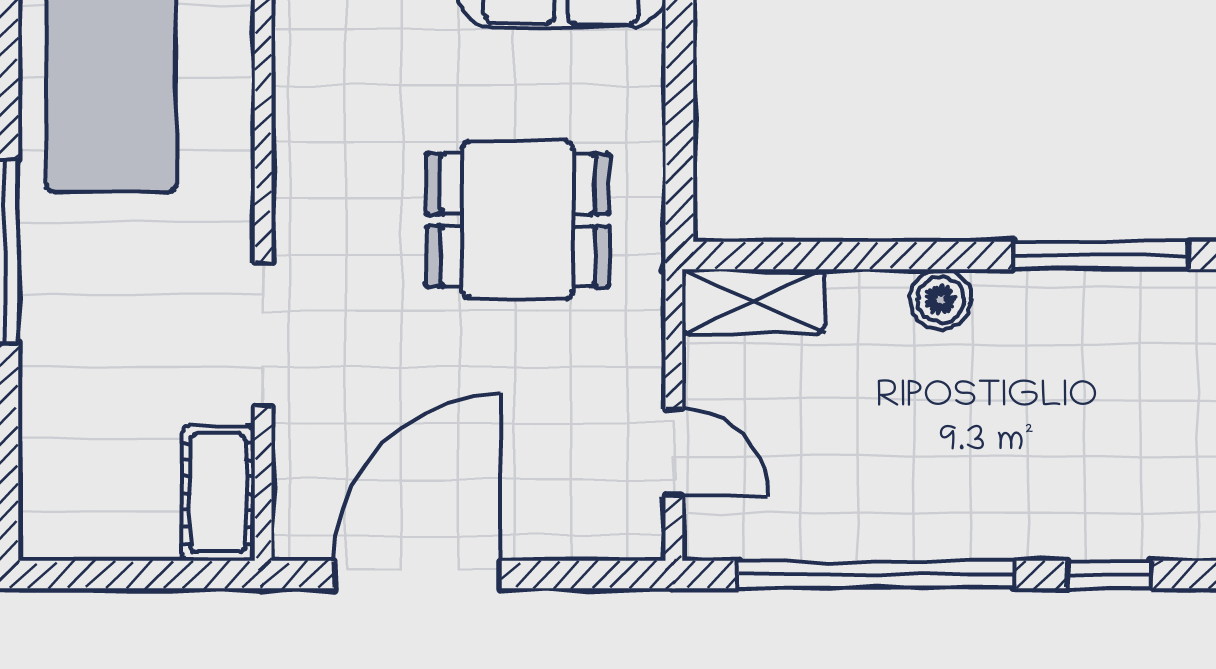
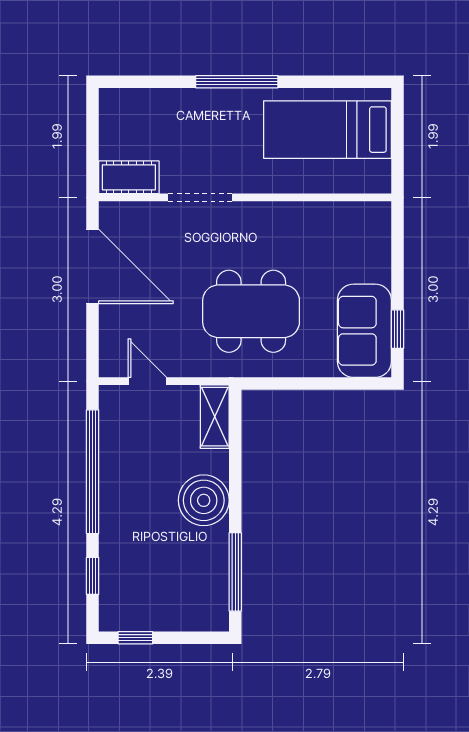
dining table: (518, 220) -> (251, 311), width x1.38
boiler: (940, 300) -> (204, 500), width x1.86, depth x1.86
door: (674, 452) -> (147, 381), swing flipped

